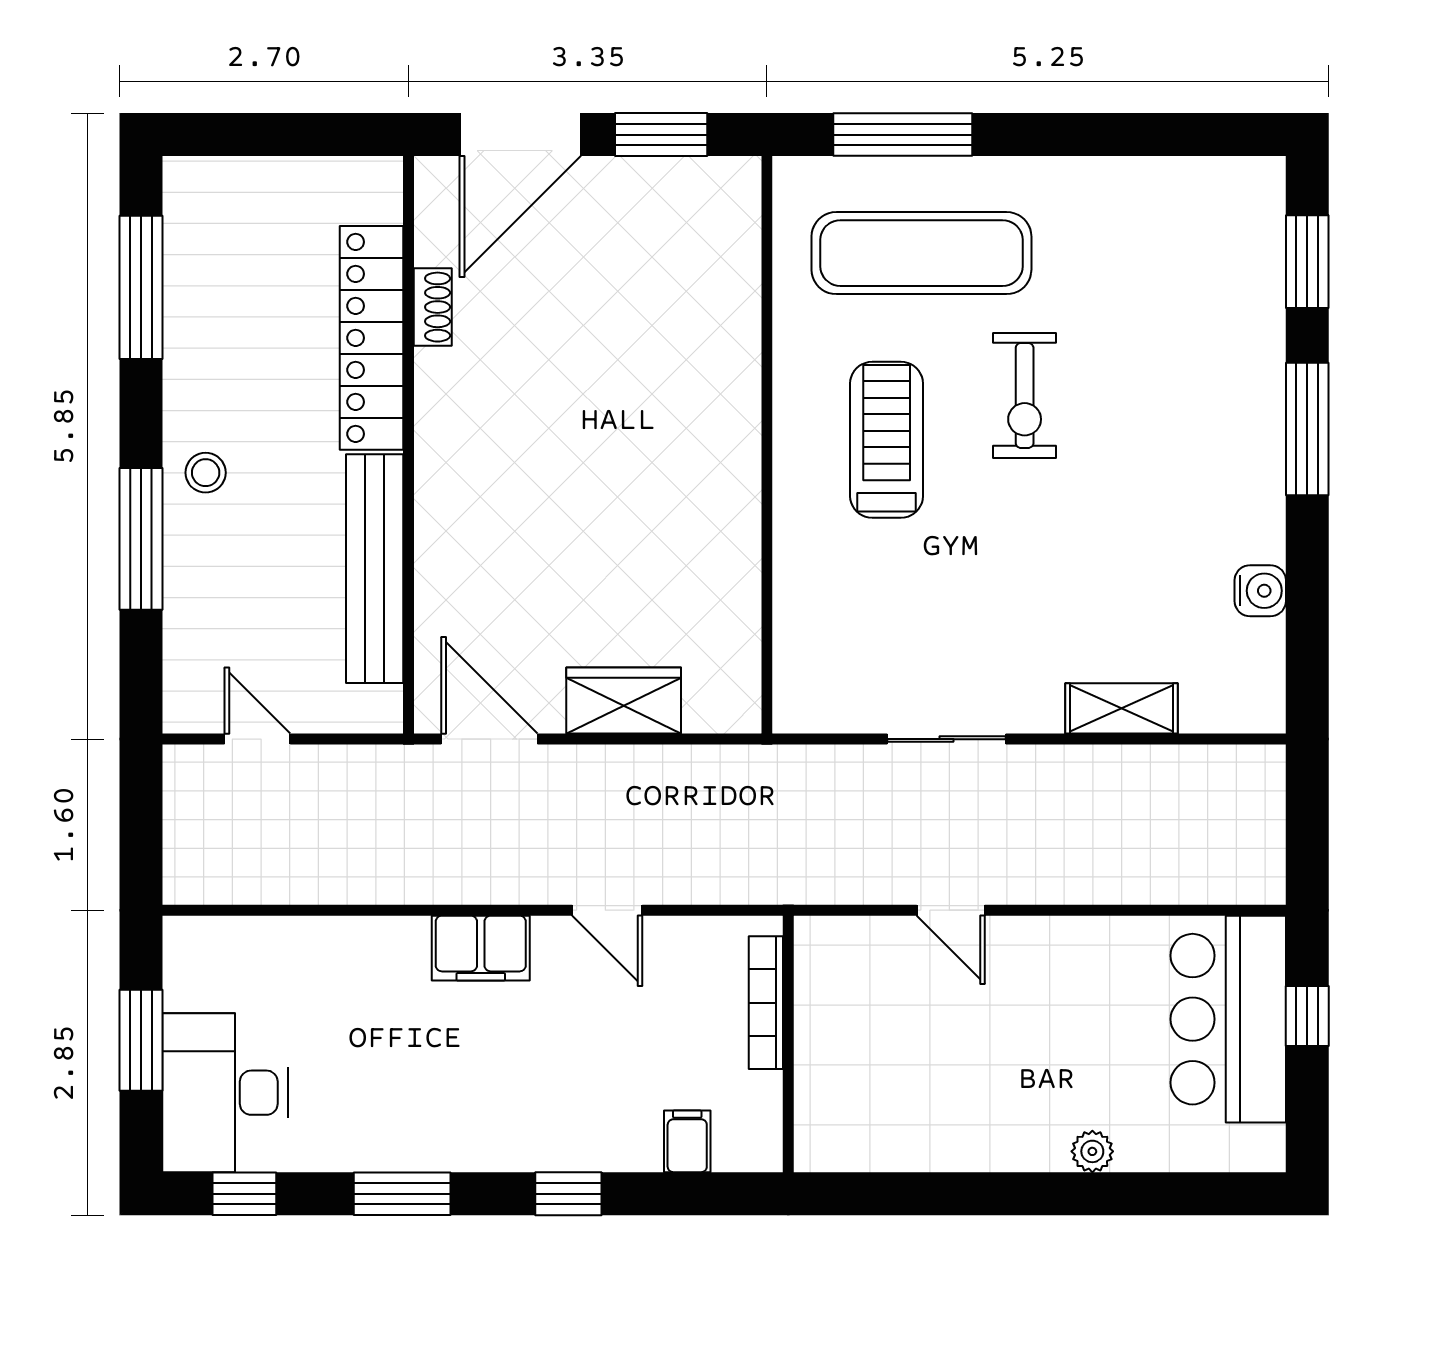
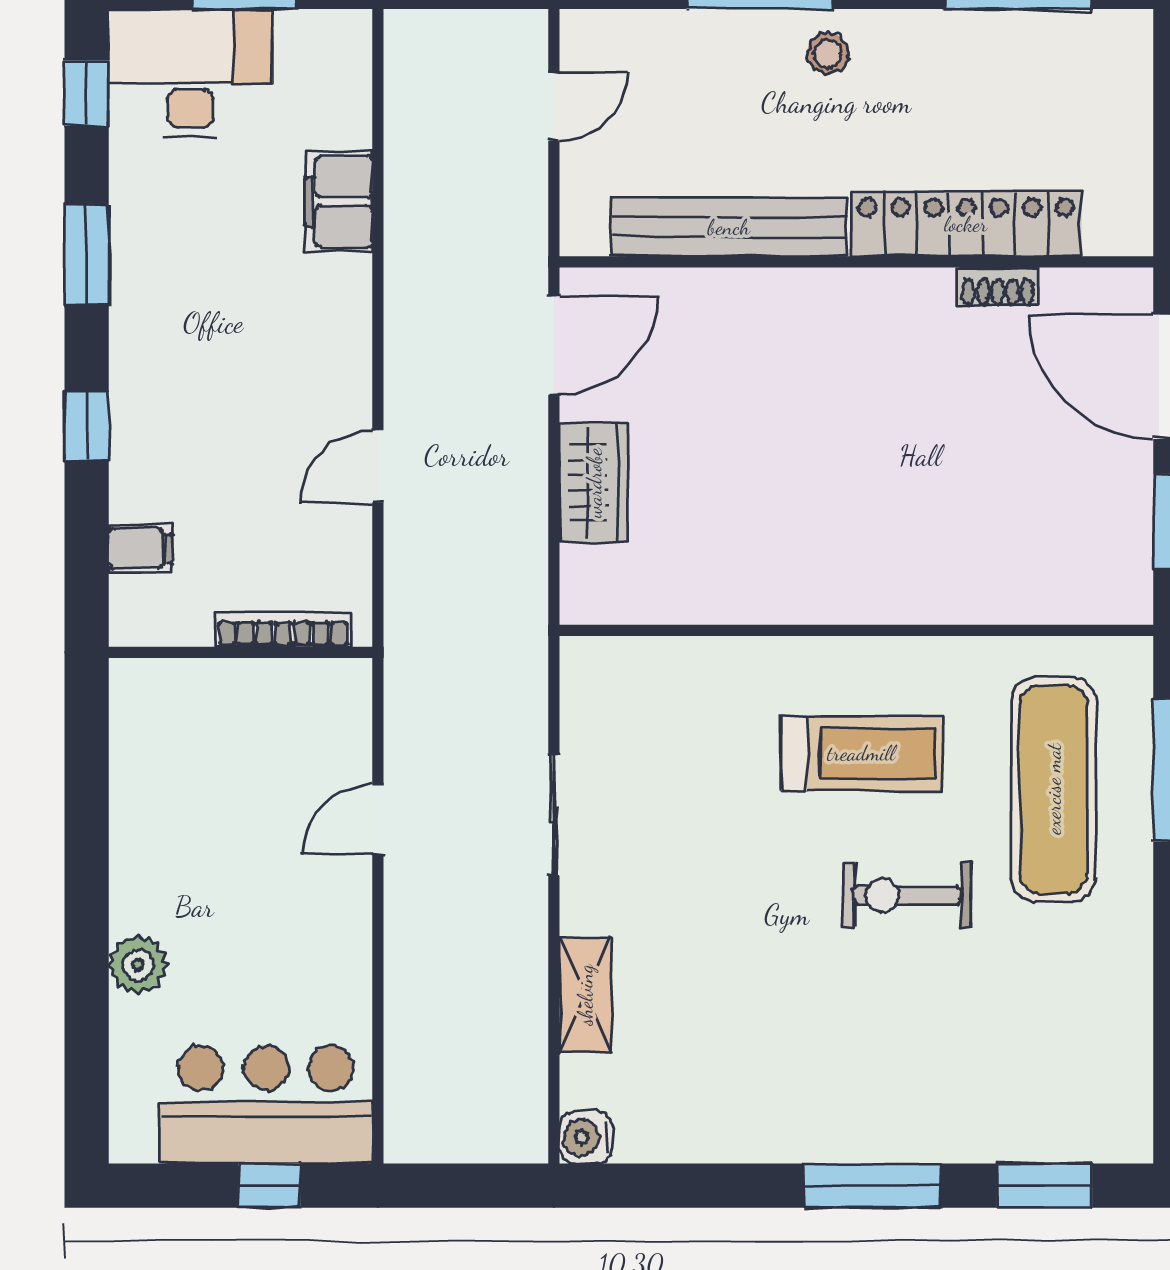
water cooler: (1260, 591) -> (586, 1137), moved, turned 90
filing cabinet: (481, 948) -> (339, 202), moved
plant: (1092, 1151) -> (138, 965), width x1.38, depth x1.38

